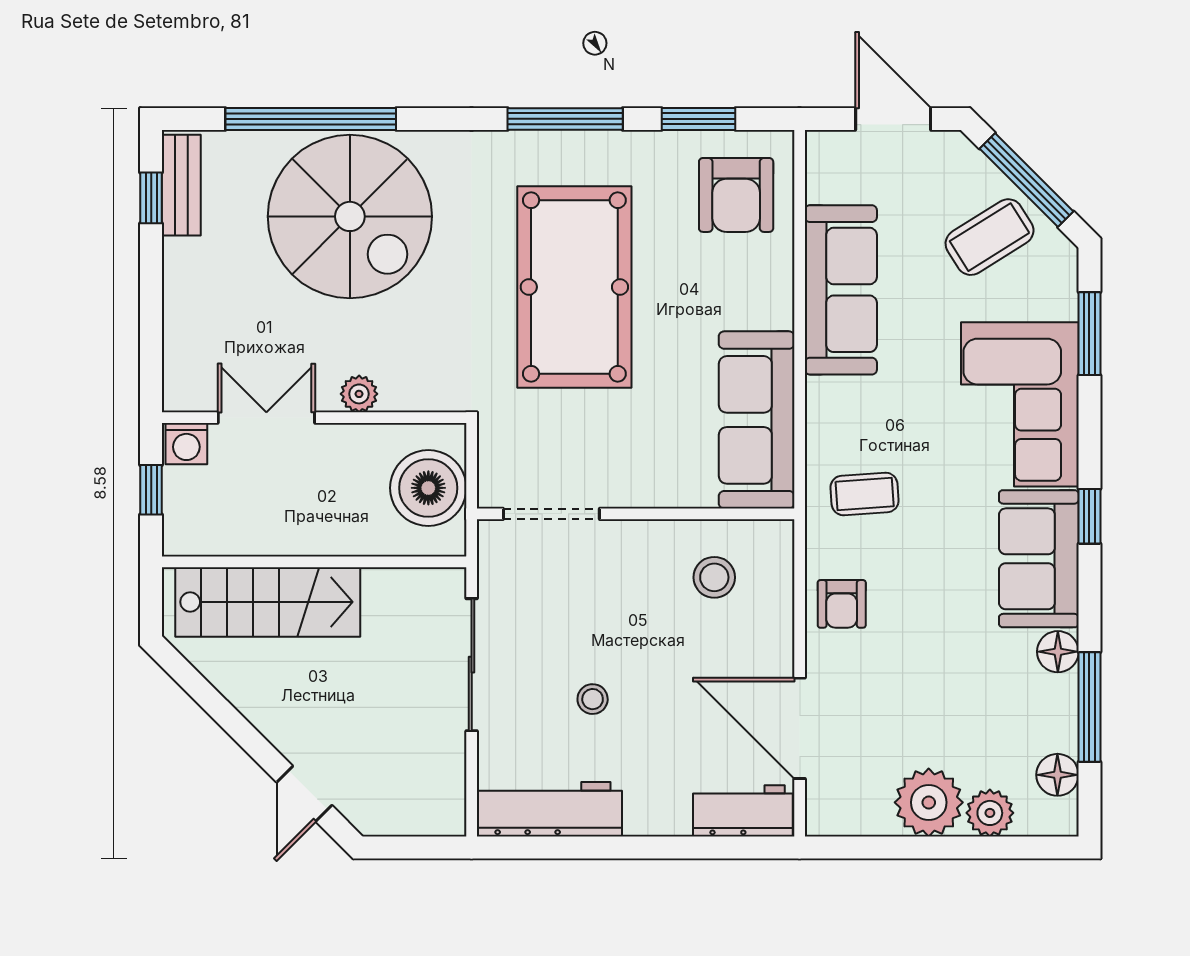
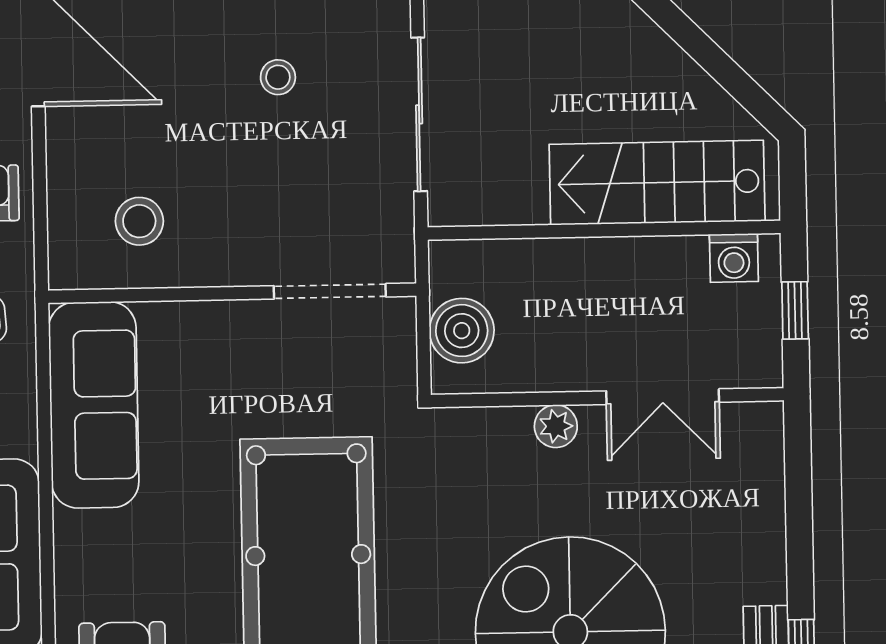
washing machine: (186, 444) -> (734, 258), moved, turned 180
boiler: (428, 488) -> (462, 331), width x0.73, depth x0.73

